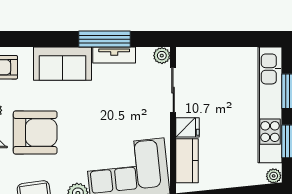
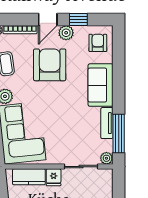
window: (105, 39) -> (119, 133), moved
armchair: (35, 133) -> (50, 65), turned 180

